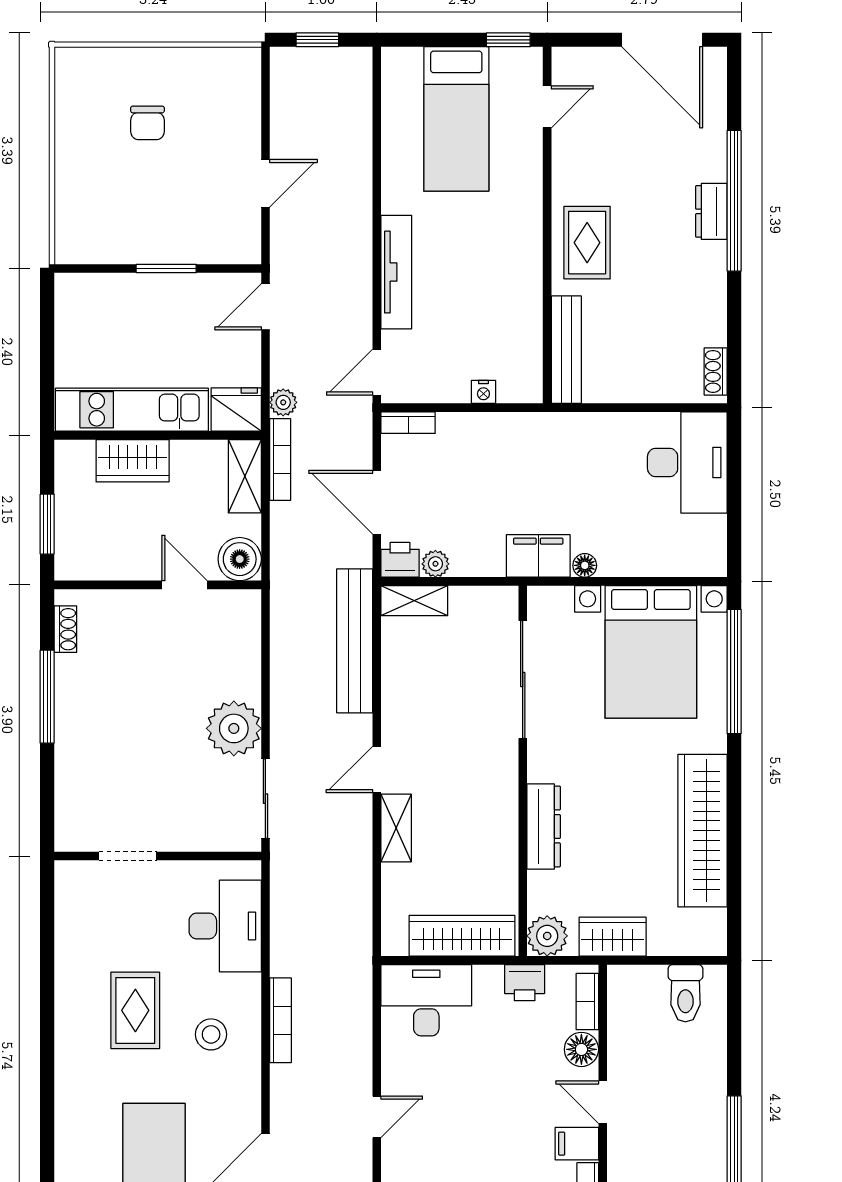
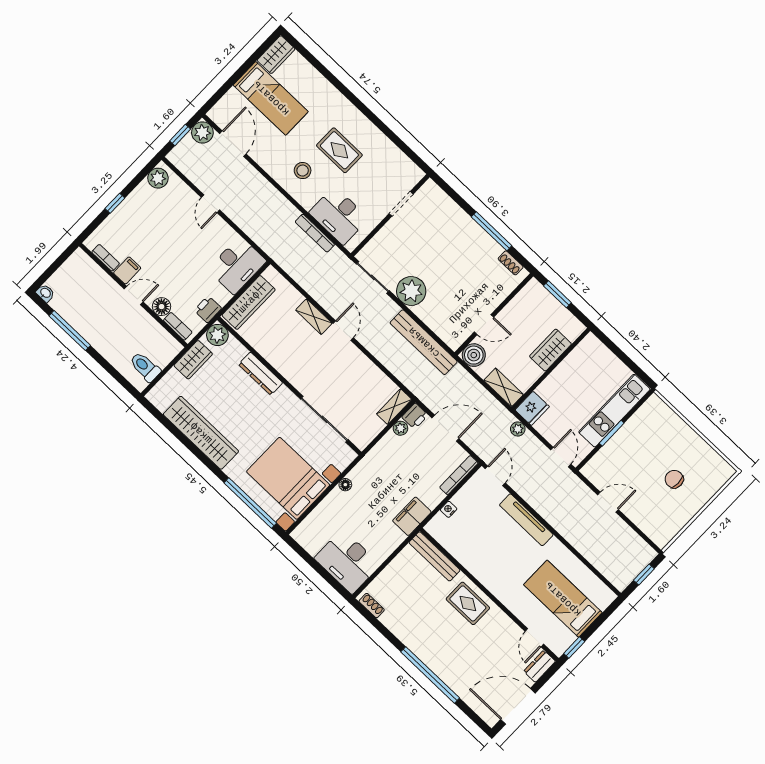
door: (265, 183) -> (608, 502), swing flipped
dresser: (711, 211) -> (540, 666), moved, turned -90
kitchen unit: (132, 410) -> (614, 411), moved, turned 180
bookcase: (408, 423) -> (459, 475), width x1.56
bookcase: (280, 460) -> (497, 407), removed
filing cabinet: (538, 556) -> (412, 516), moved, turned 180
bench: (355, 641) -> (424, 342), moved
bookcase: (280, 1020) -> (315, 233), moved

